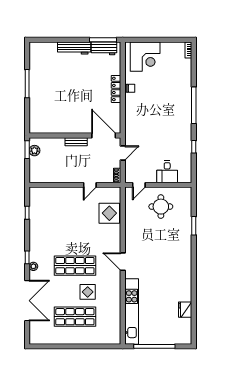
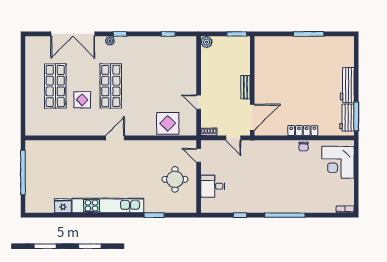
plant: (34, 151) -> (207, 42), moved
kitchen unit: (132, 311) -> (108, 206), moved, turned 180

